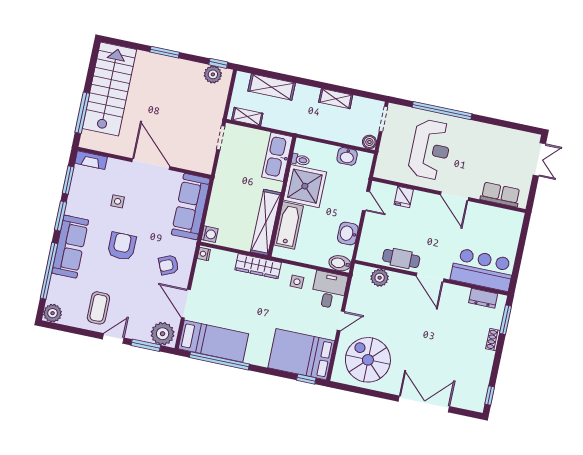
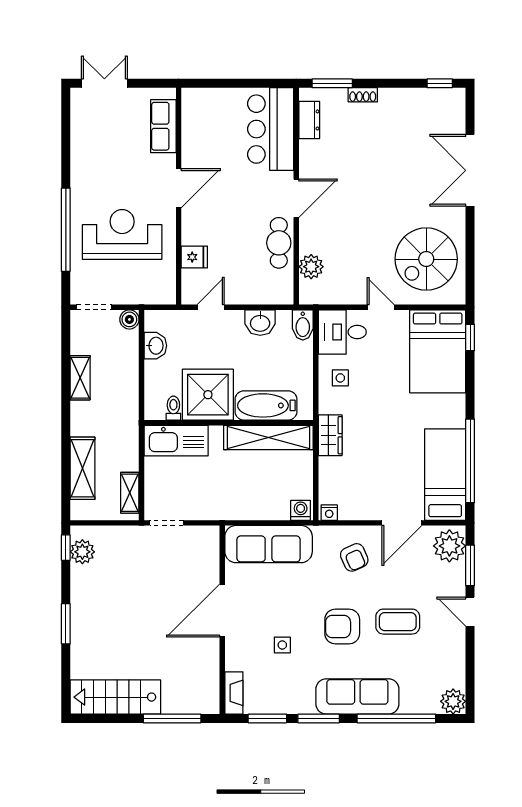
stairs: (109, 89) -> (115, 697), width x0.73, depth x0.66
wardrobe: (258, 266) -> (330, 435), width x0.67
coffee table: (98, 308) -> (398, 622), moved

